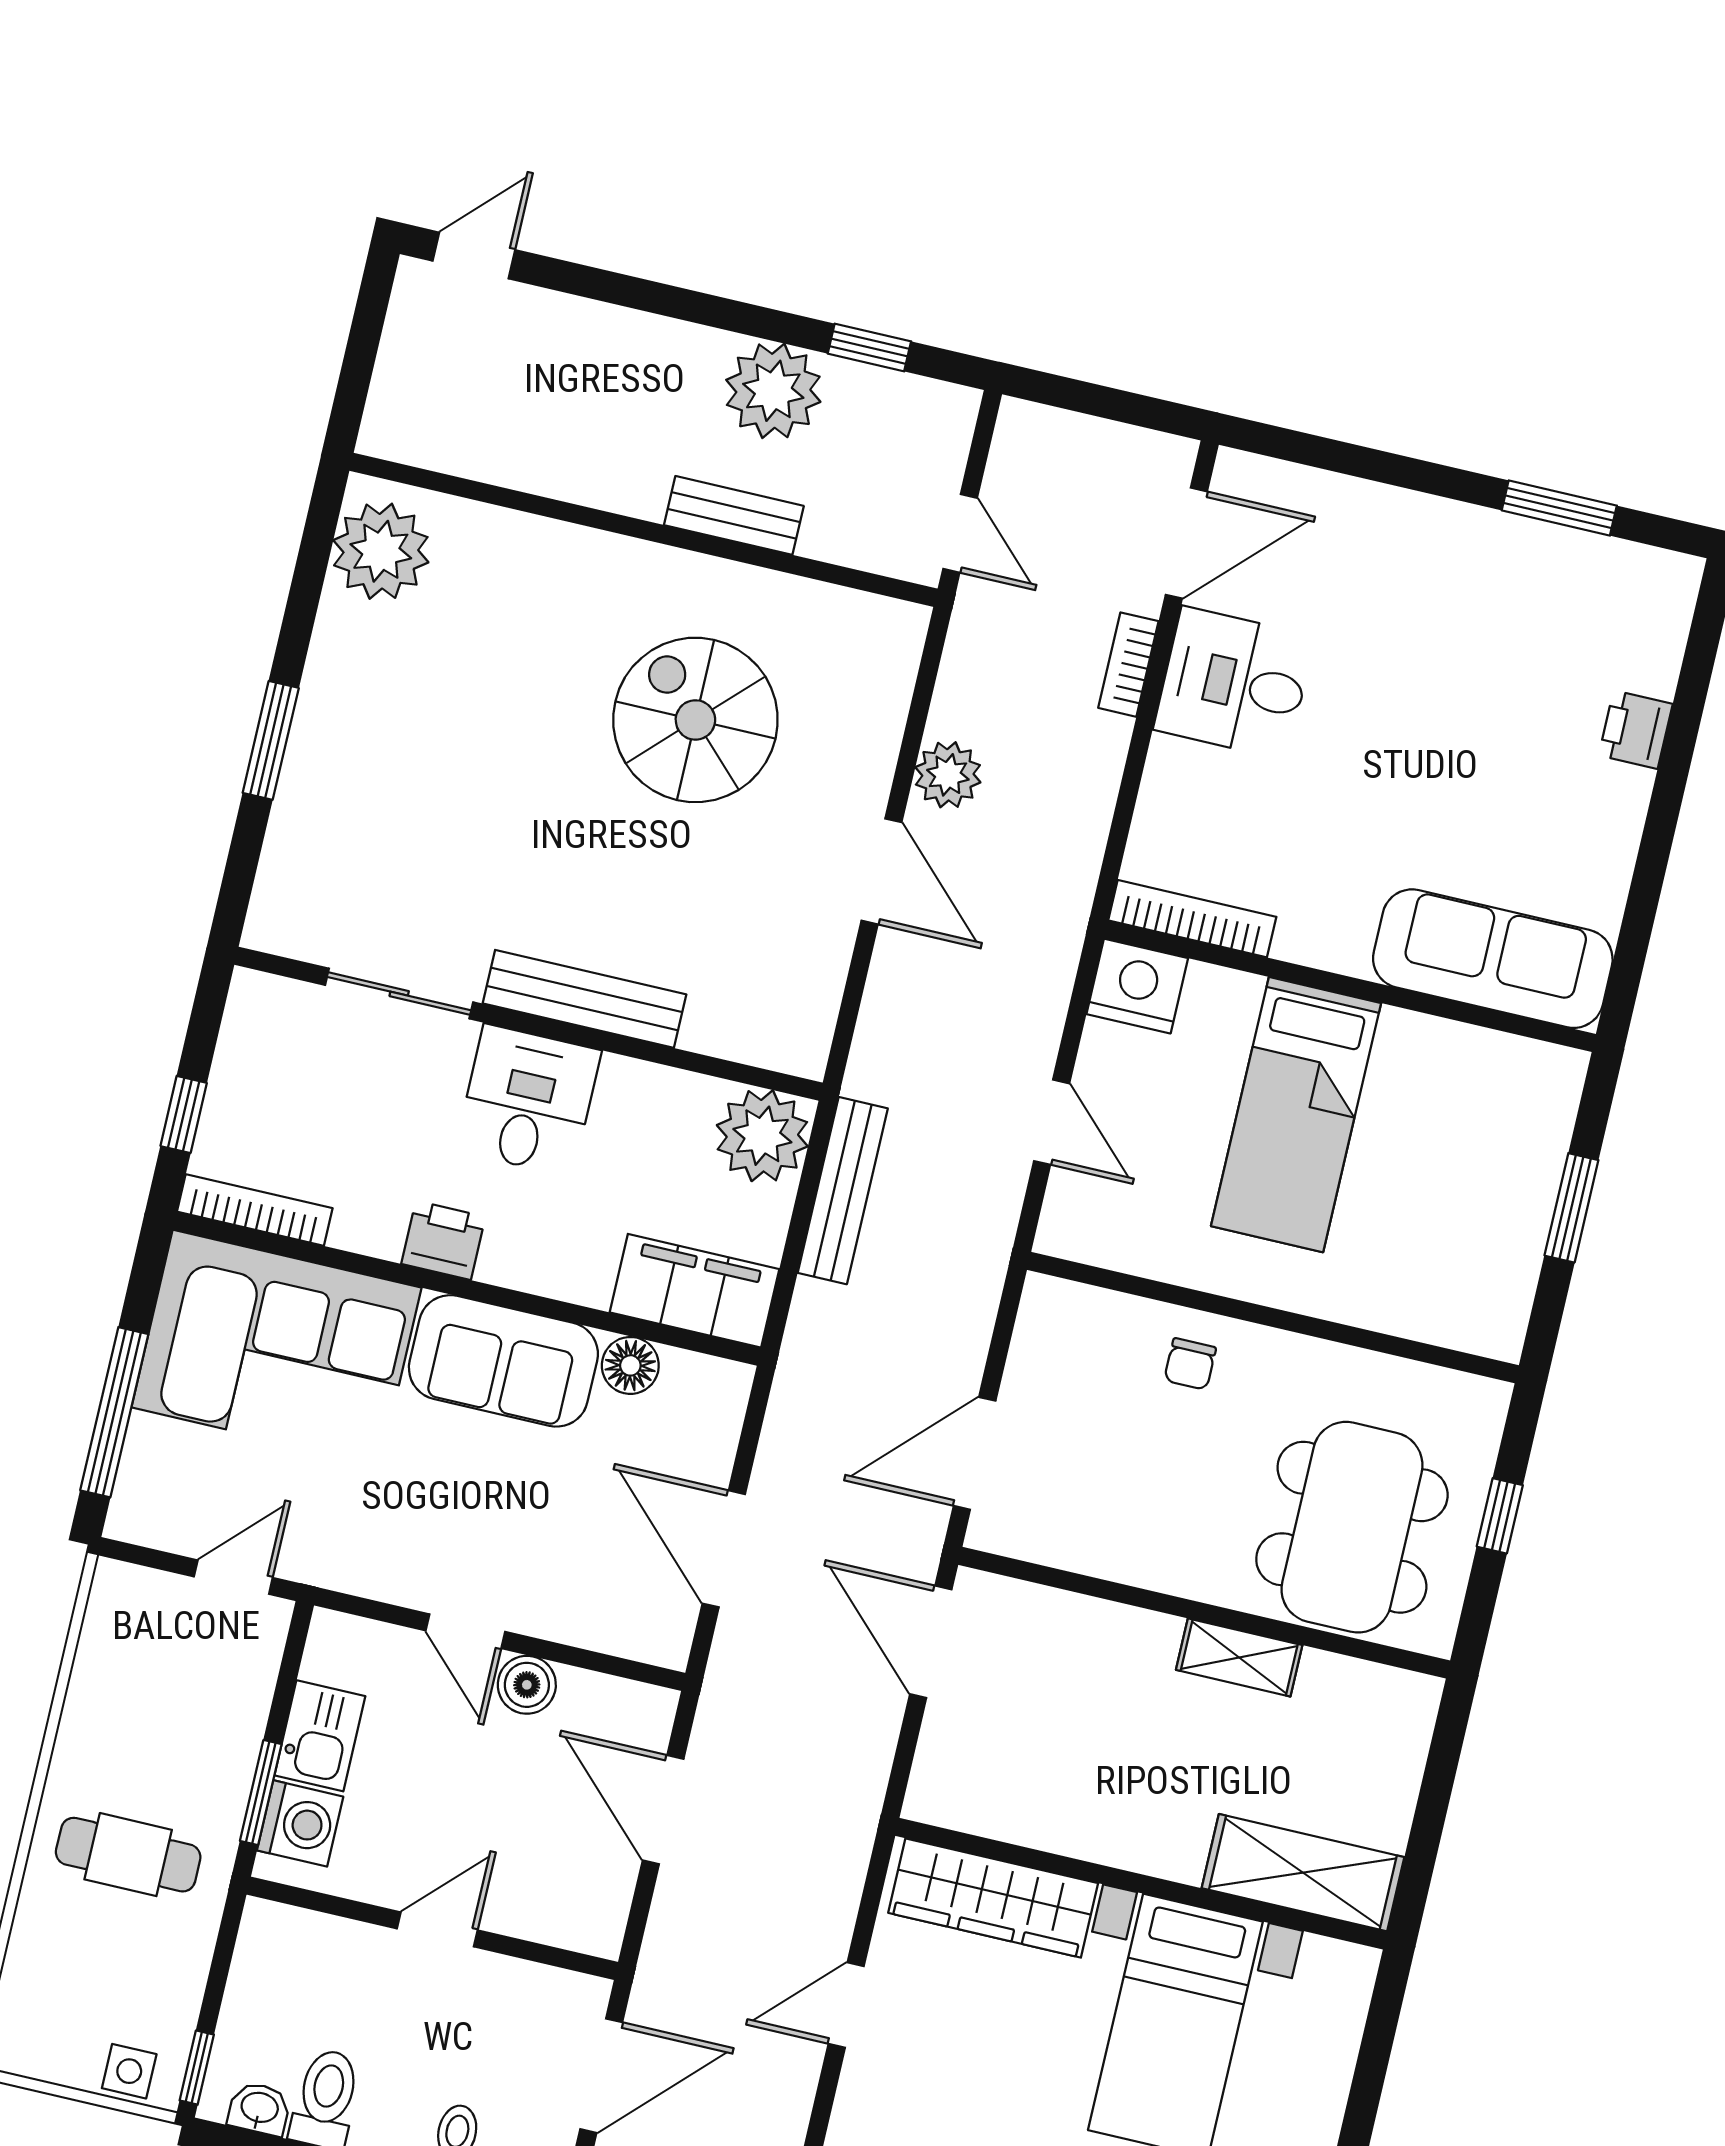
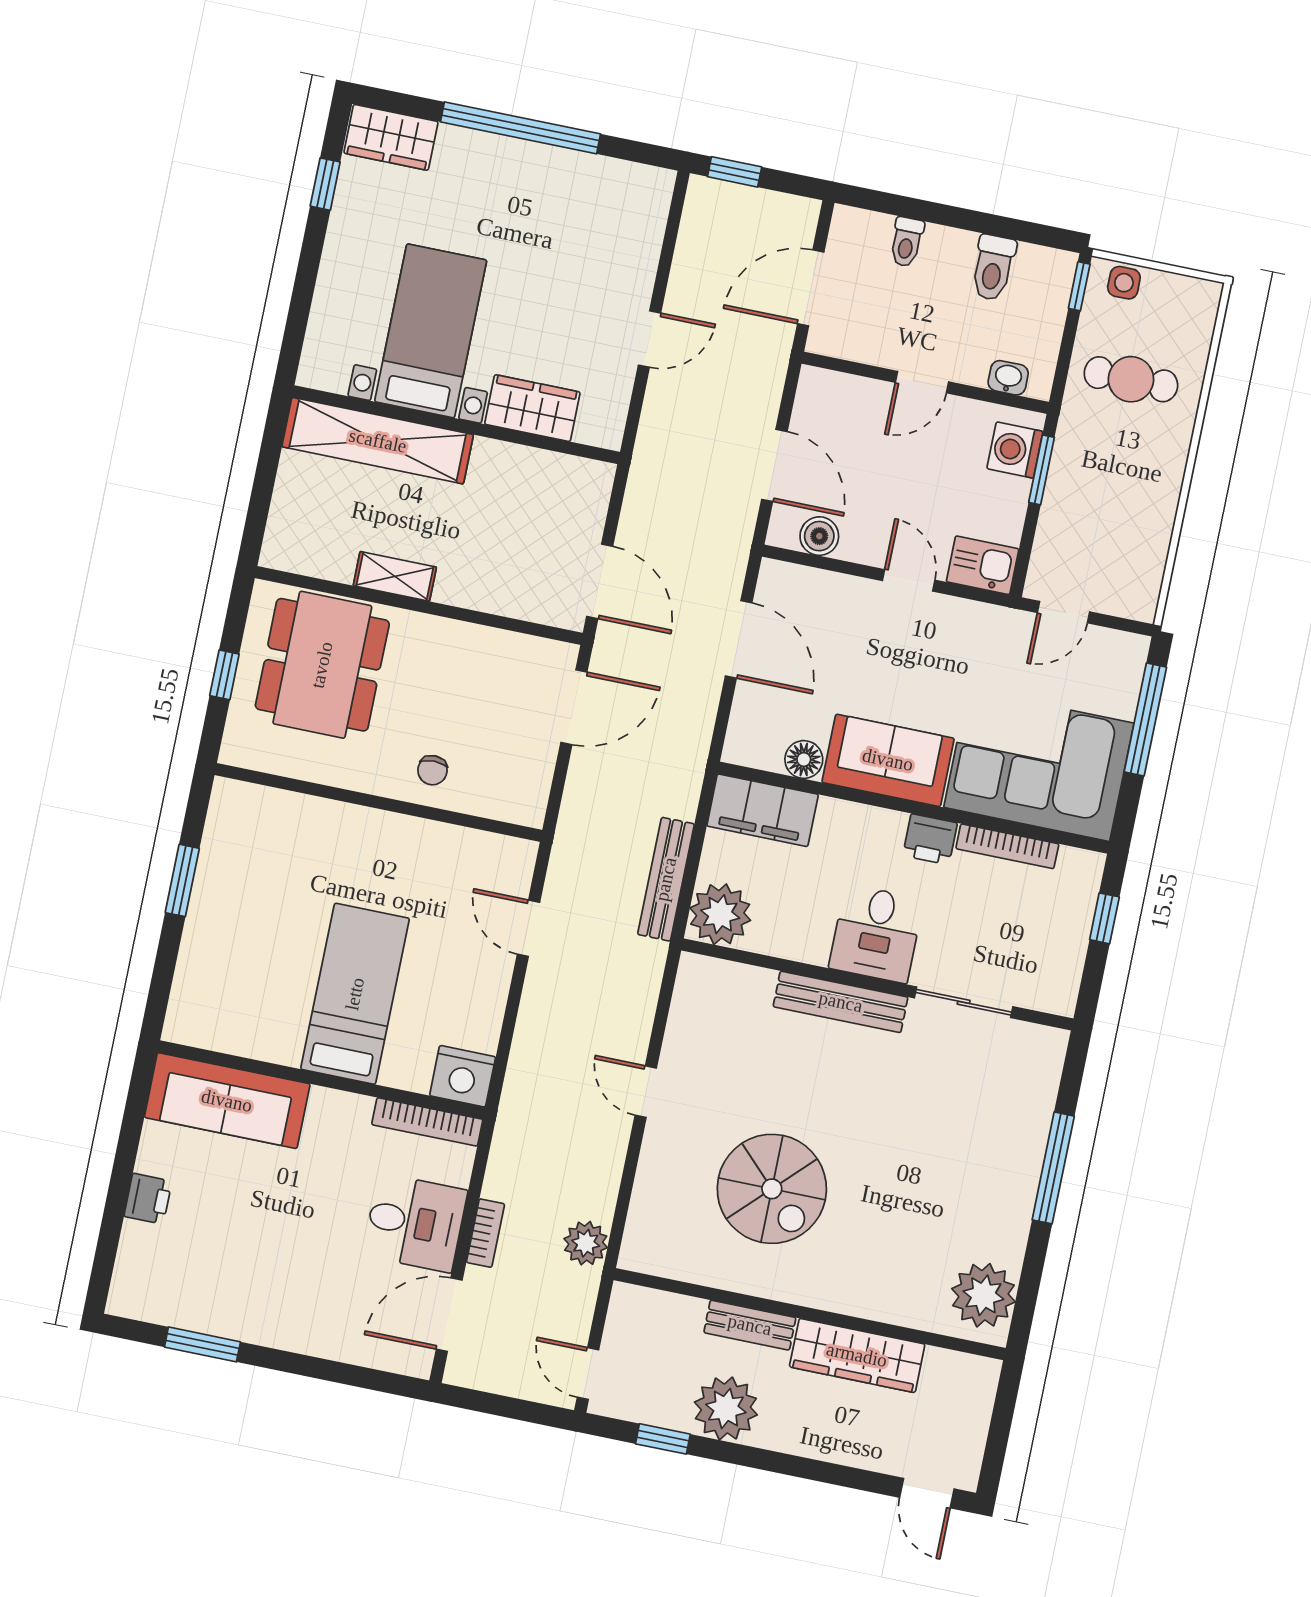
door: (474, 255) -> (927, 1493), hinge flipped
wardrobe: (573, 466) -> (857, 1355), added
door: (960, 533) -> (588, 1374), moved
window: (271, 740) -> (1053, 1168), width x1.44
plant: (948, 775) -> (586, 1243), moved
door: (881, 871) -> (646, 1092), width x0.73
bookcase: (1192, 919) -> (427, 1122), moved
sofa: (1493, 959) -> (227, 1101), moved
nightstand: (1137, 986) -> (463, 1076), moved
wall: (1350, 986) -> (321, 1080), moved
bed: (1296, 1115) -> (355, 994), moved
bookcase: (255, 1210) -> (1007, 846), moved
chair: (1190, 1364) -> (432, 770), turned 180
boiler: (527, 1685) -> (819, 536), moved
kitchen sink: (320, 1736) -> (983, 565), moved, turned 90
cafe table: (128, 1855) -> (1131, 379), moved
shelving: (1303, 1873) -> (378, 441), width x1.47
wardrobe: (993, 1898) -> (532, 408), width x0.67
washbasin: (259, 2109) -> (1008, 378), moved, turned 180

